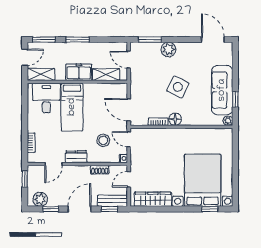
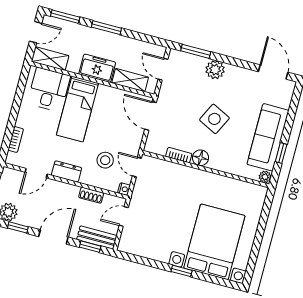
door: (129, 110) -> (150, 116), moved
wardrobe: (153, 199) -> (147, 249), removed
window: (210, 209) -> (182, 271), moved

